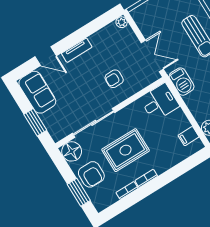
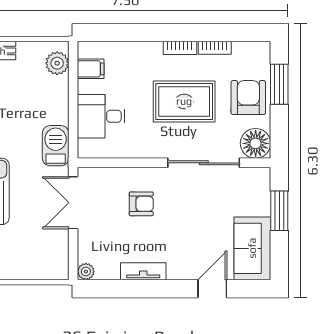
tv unit: (77, 50) -> (143, 271), moved
door: (46, 56) -> (212, 289), hinge flipped
desk: (160, 102) -> (101, 116), moved

